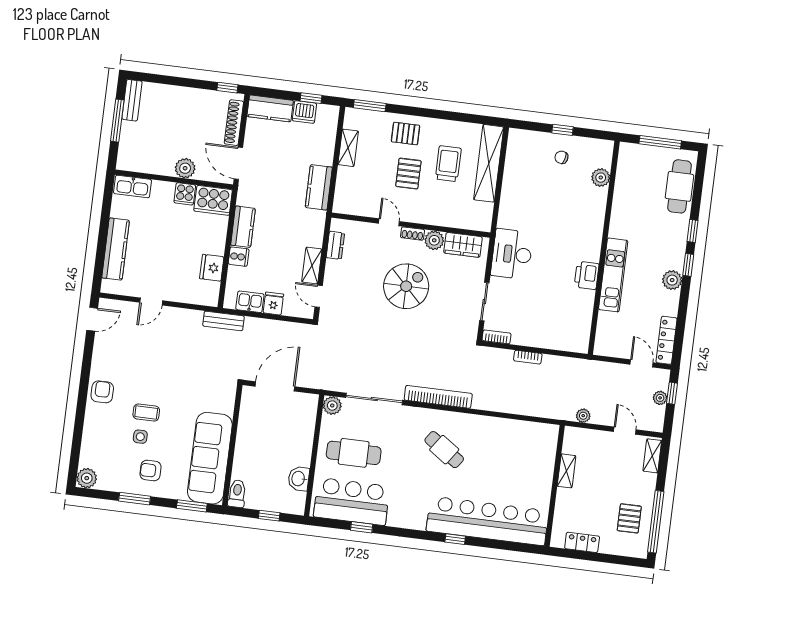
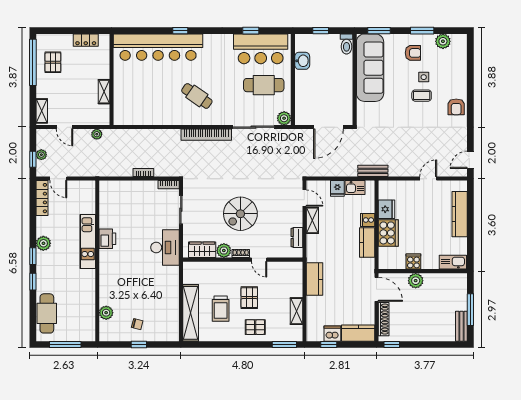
cooker: (213, 200) -> (388, 233), moved, turned 90
plant: (87, 478) -> (443, 41), moved

